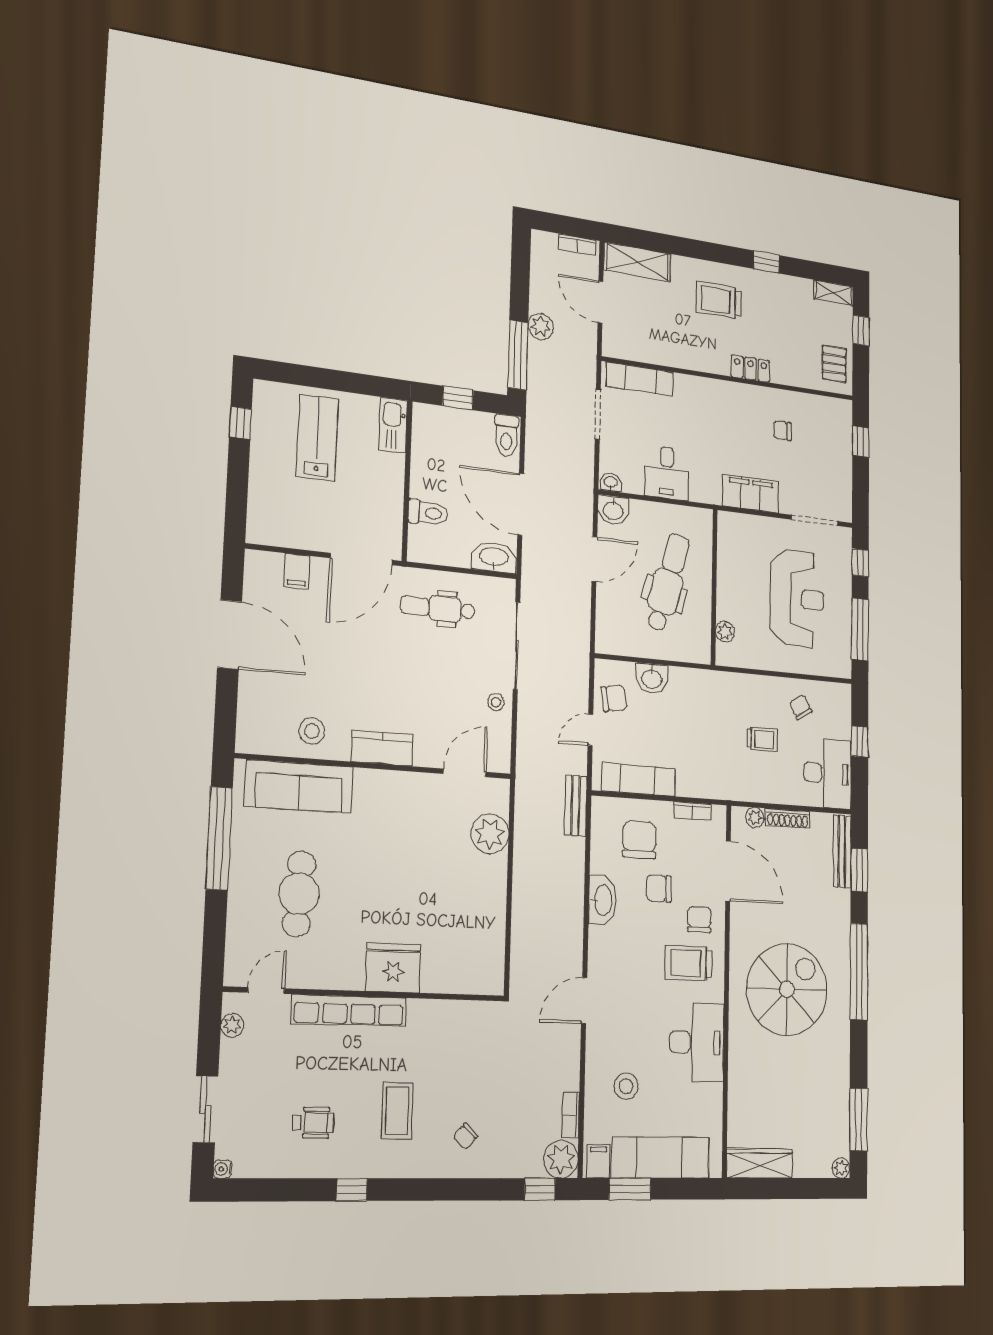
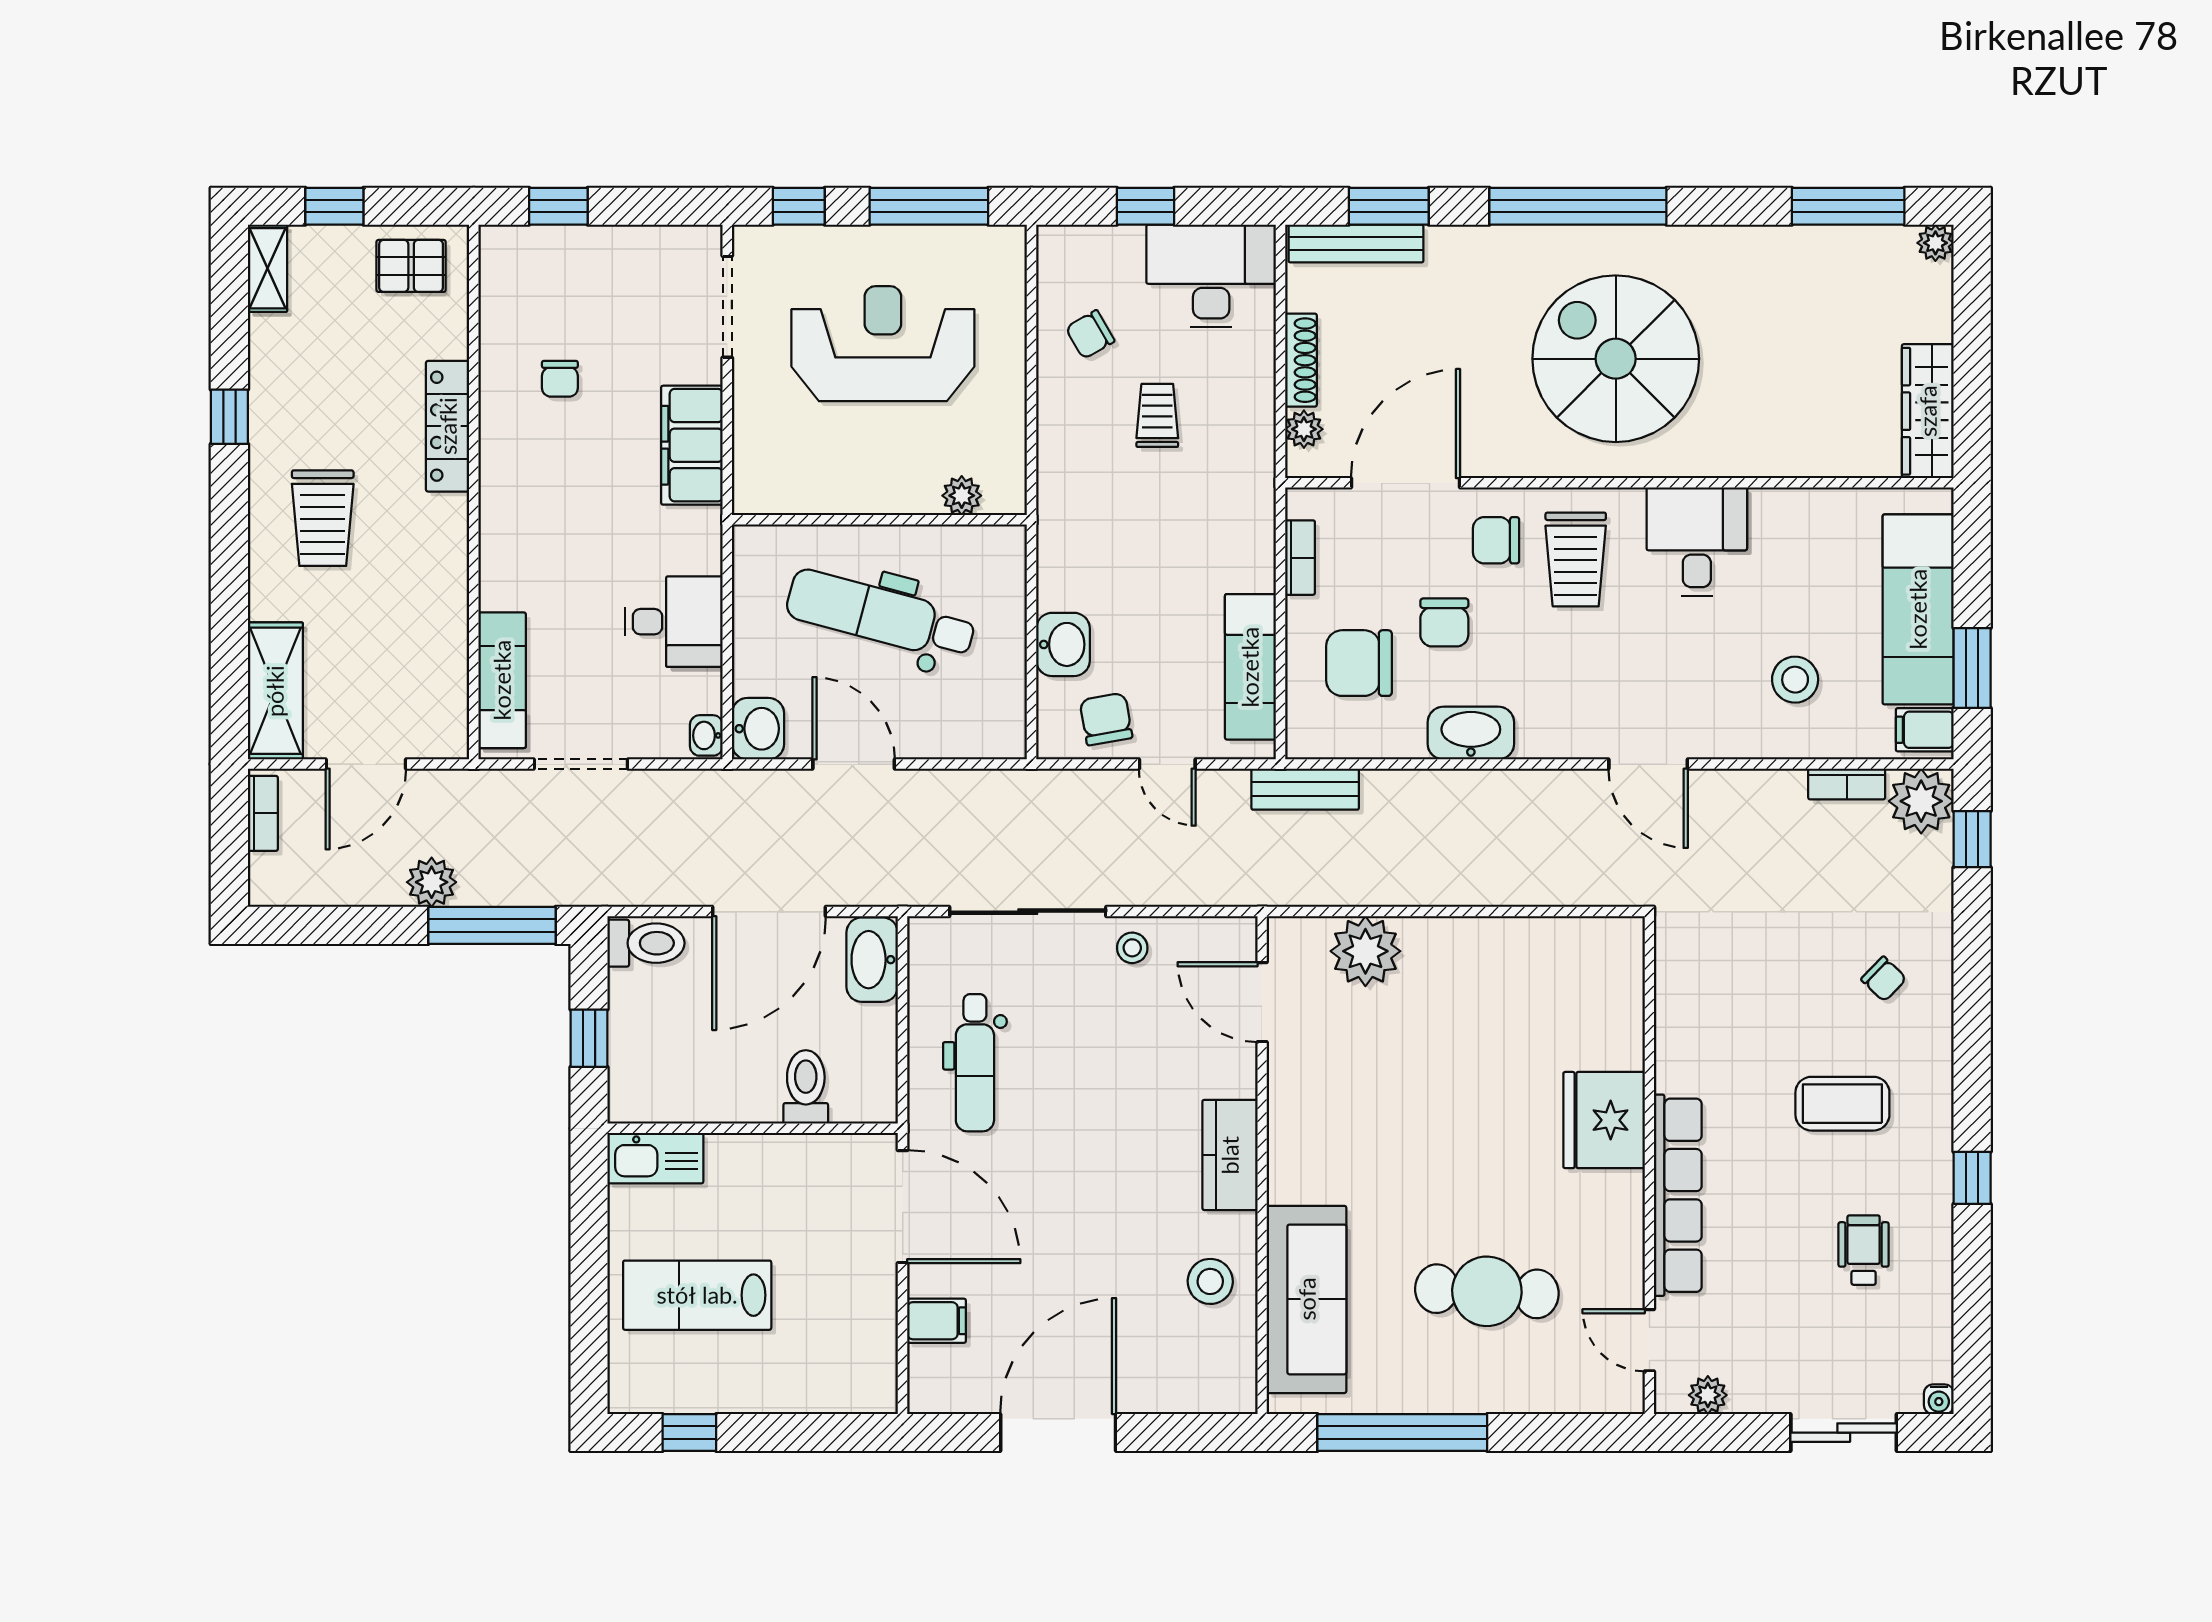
locker: (750, 369) -> (448, 426), width x1.53
desk: (697, 1042) -> (1697, 542), width x0.73

